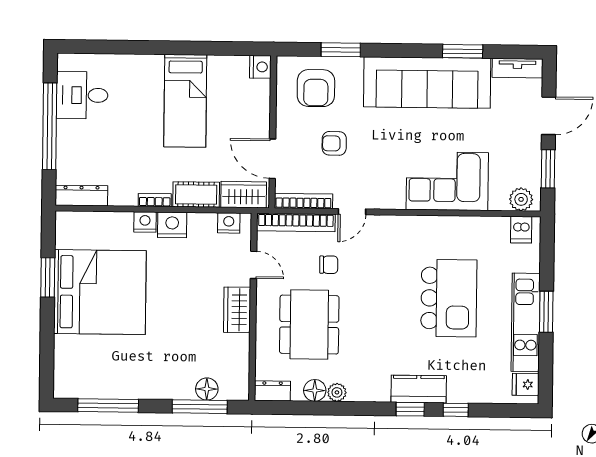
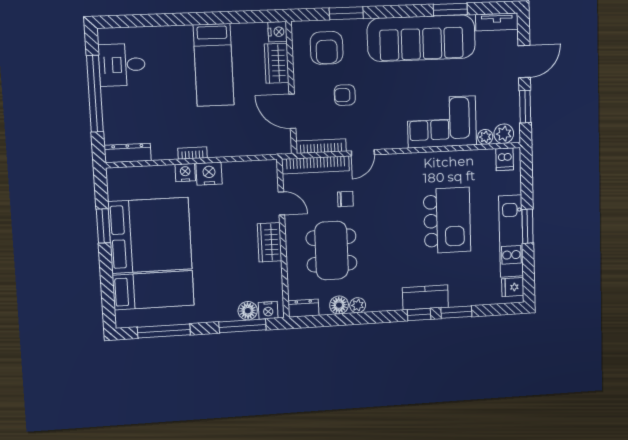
cot: (196, 195) -> (228, 146), removed
wardrobe: (244, 195) -> (277, 63), moved, turned -90
plant: (499, 202) -> (485, 137), added
nightstand: (229, 223) -> (268, 310), moved, turned 180
bed: (99, 357) -> (153, 290), added
window: (456, 410) -> (456, 312), width x1.50

